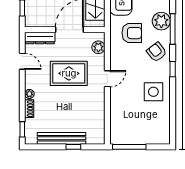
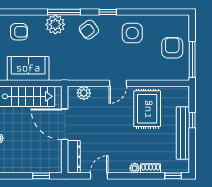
armchair: (132, 33) -> (172, 48), moved
rug: (69, 73) -> (147, 109), moved
door: (107, 79) -> (118, 83), swing flipped

